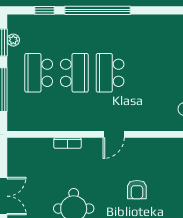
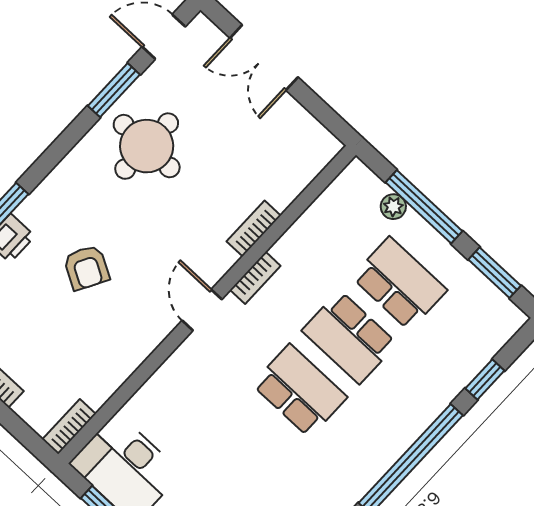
plant: (13, 40) -> (393, 207), moved
bookcase: (84, 126) -> (255, 278), added
armchair: (137, 190) -> (86, 268), turned -151

